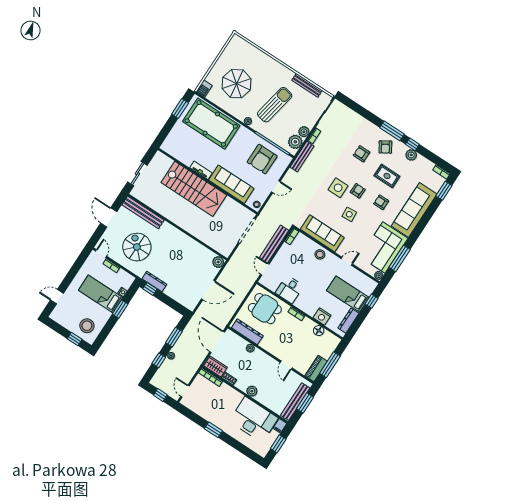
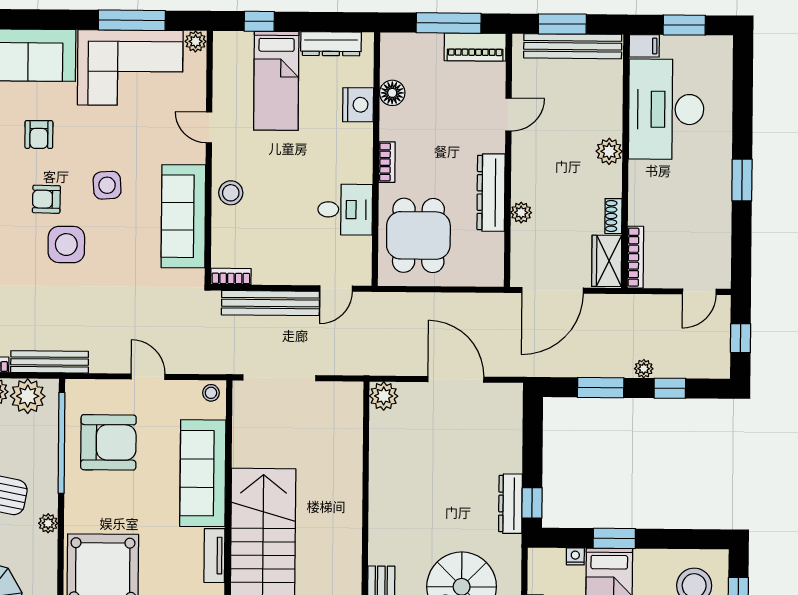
dresser: (247, 332) -> (491, 193), moved

